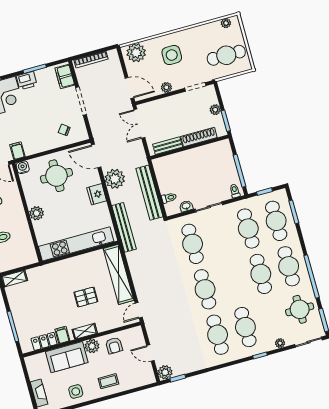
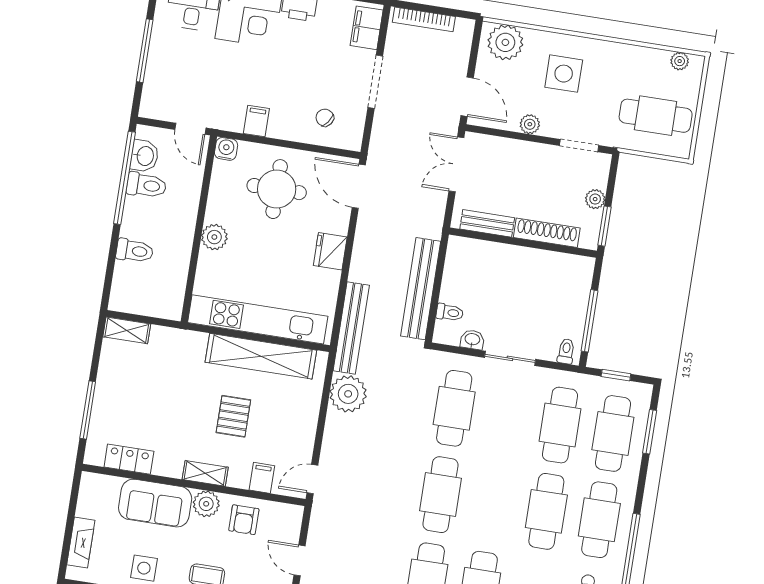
filing cabinet: (17, 151) -> (256, 121), moved
plant: (115, 179) -> (348, 394), moved
shelving: (119, 274) -> (261, 356), moved, turned 90
pallet: (86, 297) -> (233, 416), turned 90
filing cabinet: (62, 335) -> (262, 478), moved

